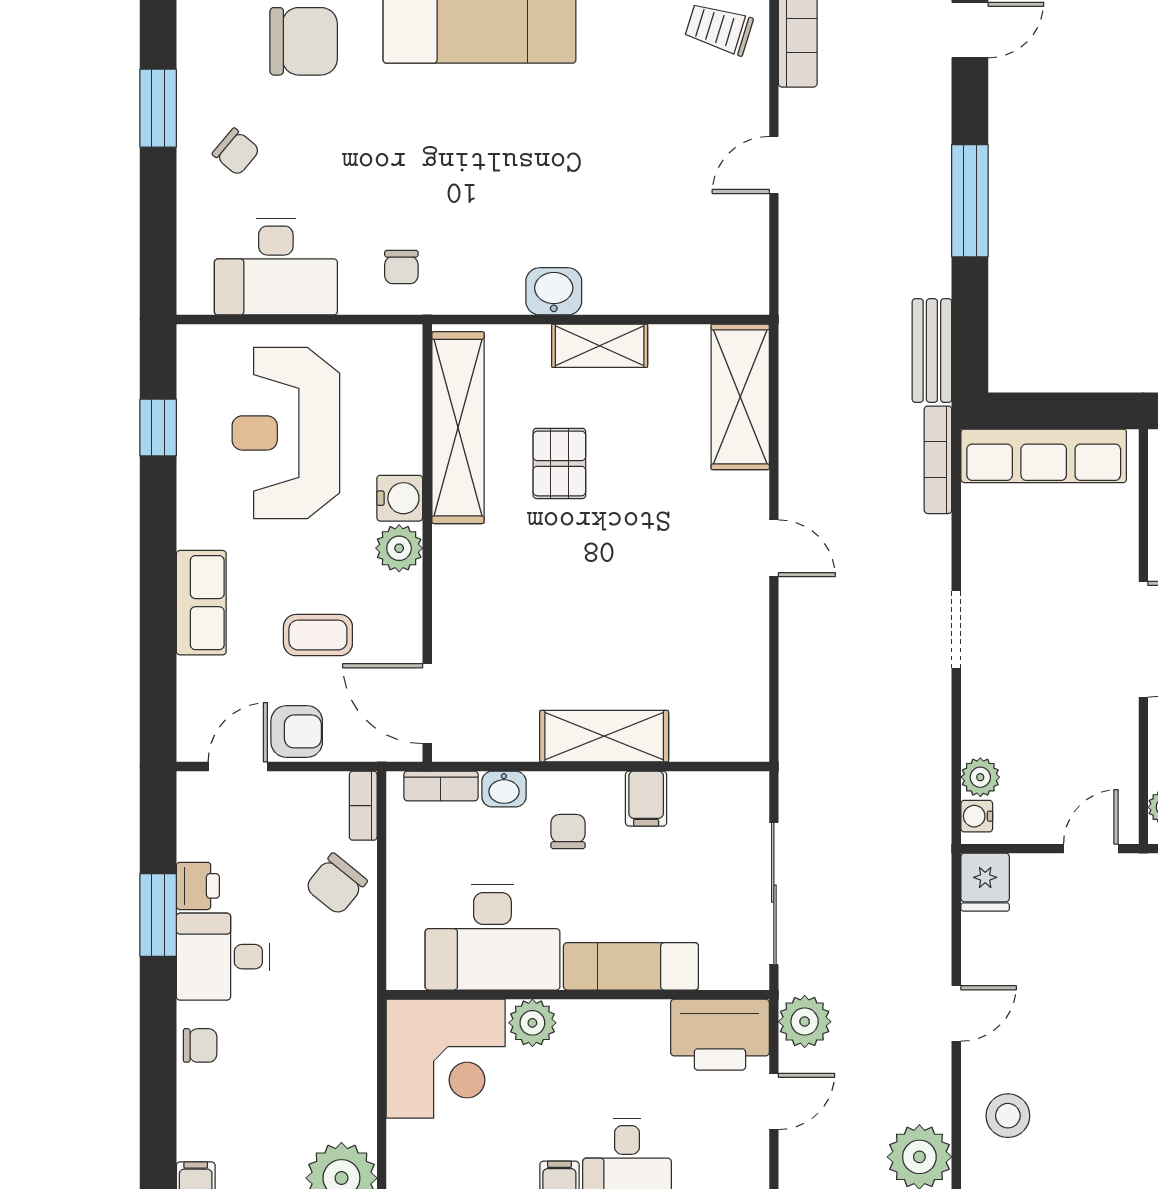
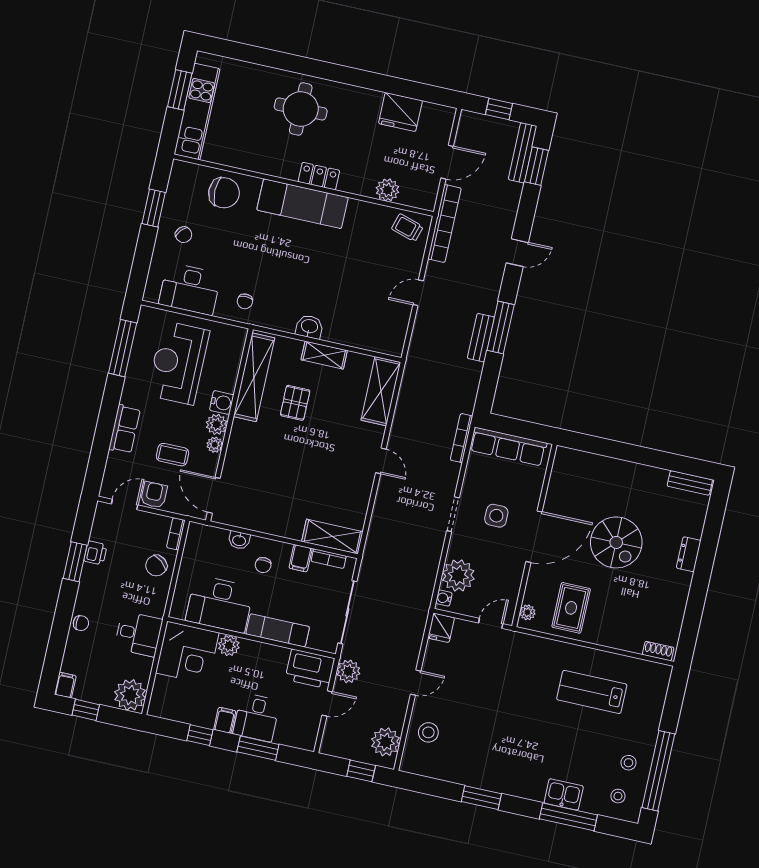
bench: (932, 351) -> (481, 338), moved
window: (158, 428) -> (123, 348), width x2.17
plant: (405, 593) -> (215, 445), added
side table: (1051, 612) -> (496, 516), added
armchair: (297, 731) -> (154, 495), turned -90
shelving: (604, 736) -> (332, 537), moved
plant: (980, 777) -> (458, 576), width x1.88, depth x1.88
bookcase: (441, 786) -> (329, 559), moved
chair: (568, 831) -> (263, 565), turned 180
desk: (223, 957) -> (138, 634), moved, turned 180

